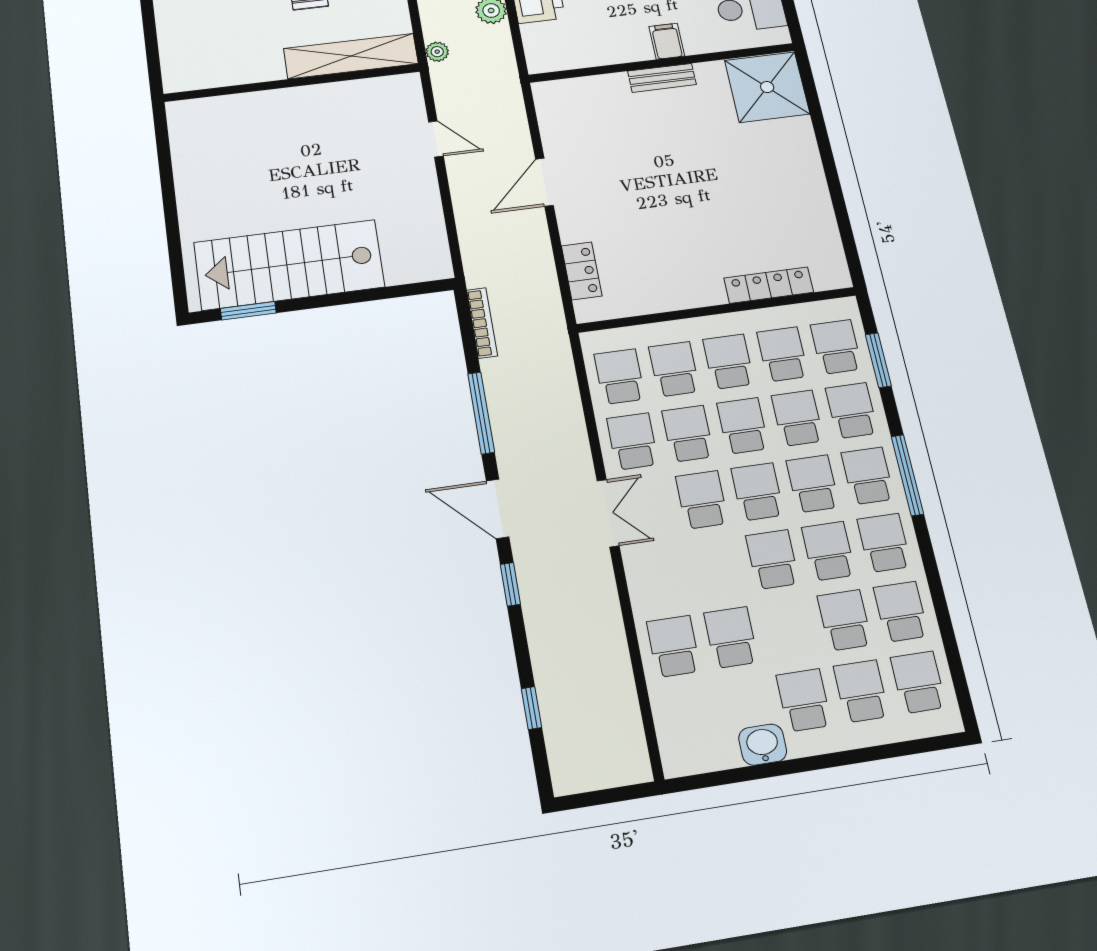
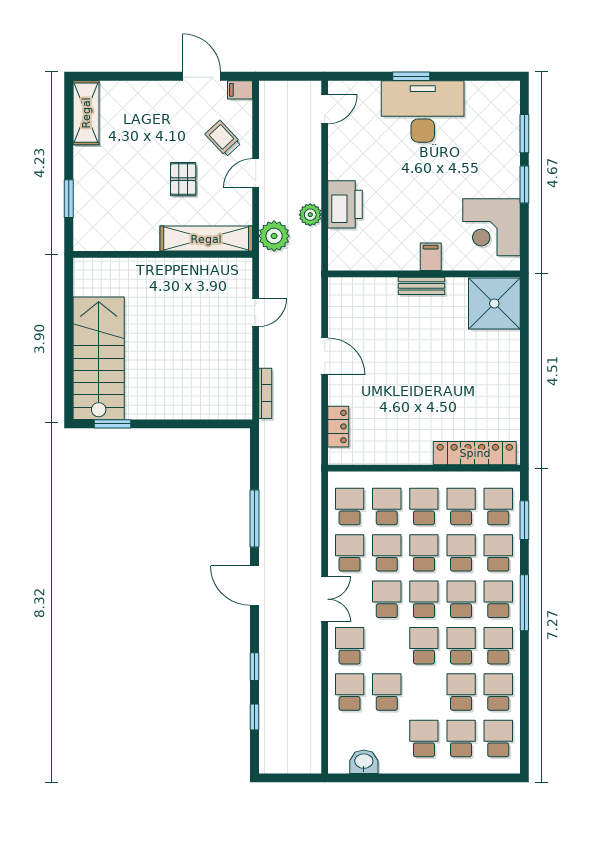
window: (150, 30) -> (69, 199), added
plant: (437, 52) -> (274, 236), width x1.88, depth x1.88
door: (436, 139) -> (256, 312), hinge flipped
door: (544, 182) -> (325, 356), swing flipped
stairs: (289, 265) -> (99, 358), moved, turned 90
locker: (769, 285) -> (475, 453), width x1.41, depth x1.21
bookcase: (482, 323) -> (265, 393), moved
school desk: (660, 576) -> (350, 646), added
window: (510, 584) -> (254, 667), moved
washbasin: (763, 745) -> (364, 762), moved

